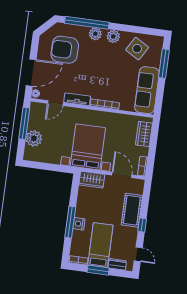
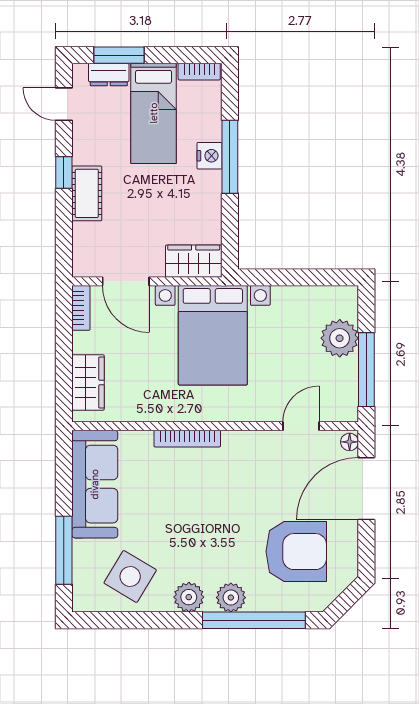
tv unit: (77, 99) -> (252, 441), removed
cot: (132, 210) -> (87, 193), width x0.73, depth x0.75
window: (98, 270) -> (119, 55), moved

